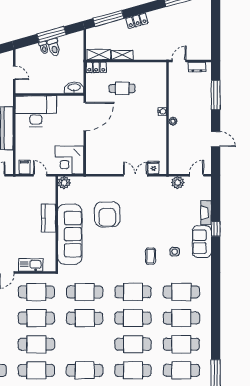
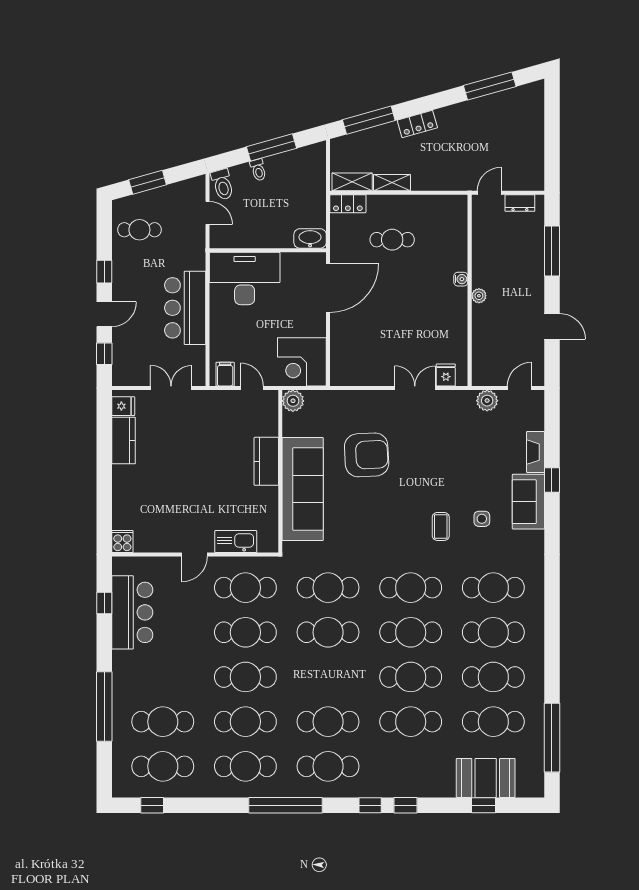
toilet: (54, 47) -> (222, 184), moved
armchair: (107, 214) -> (367, 455), turned -93

